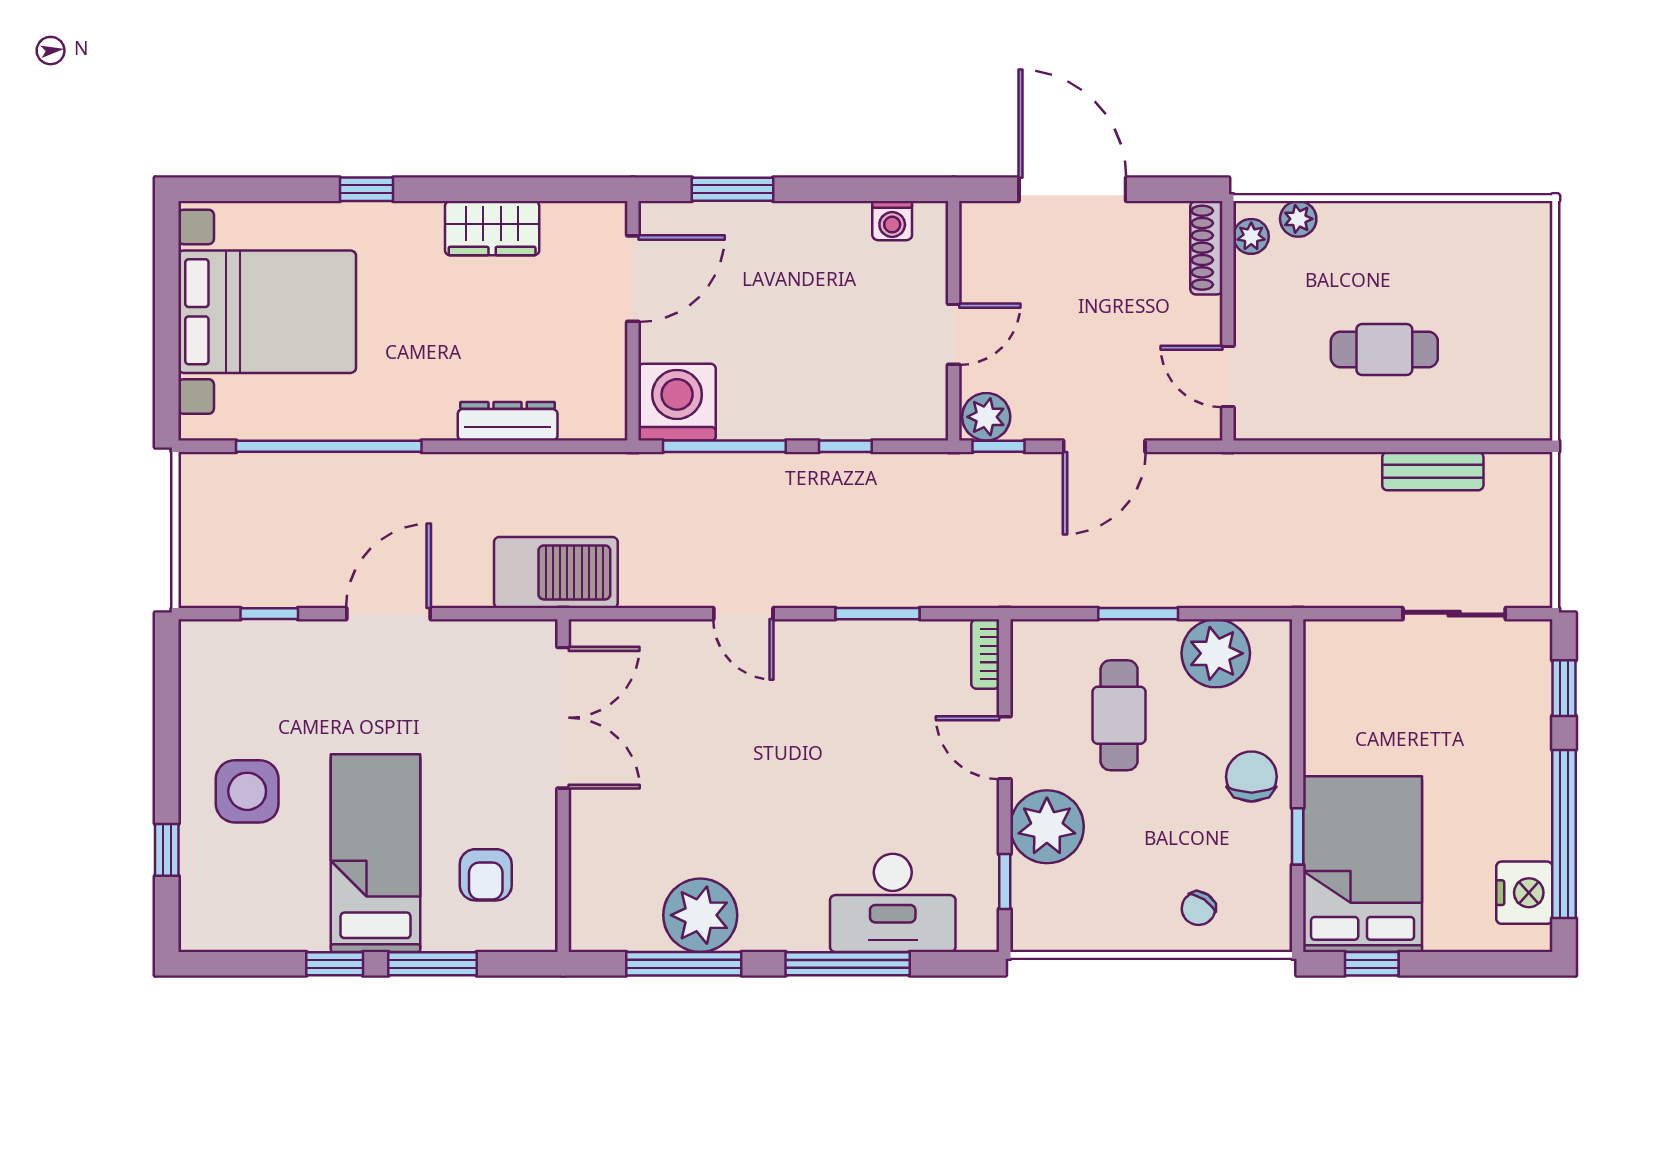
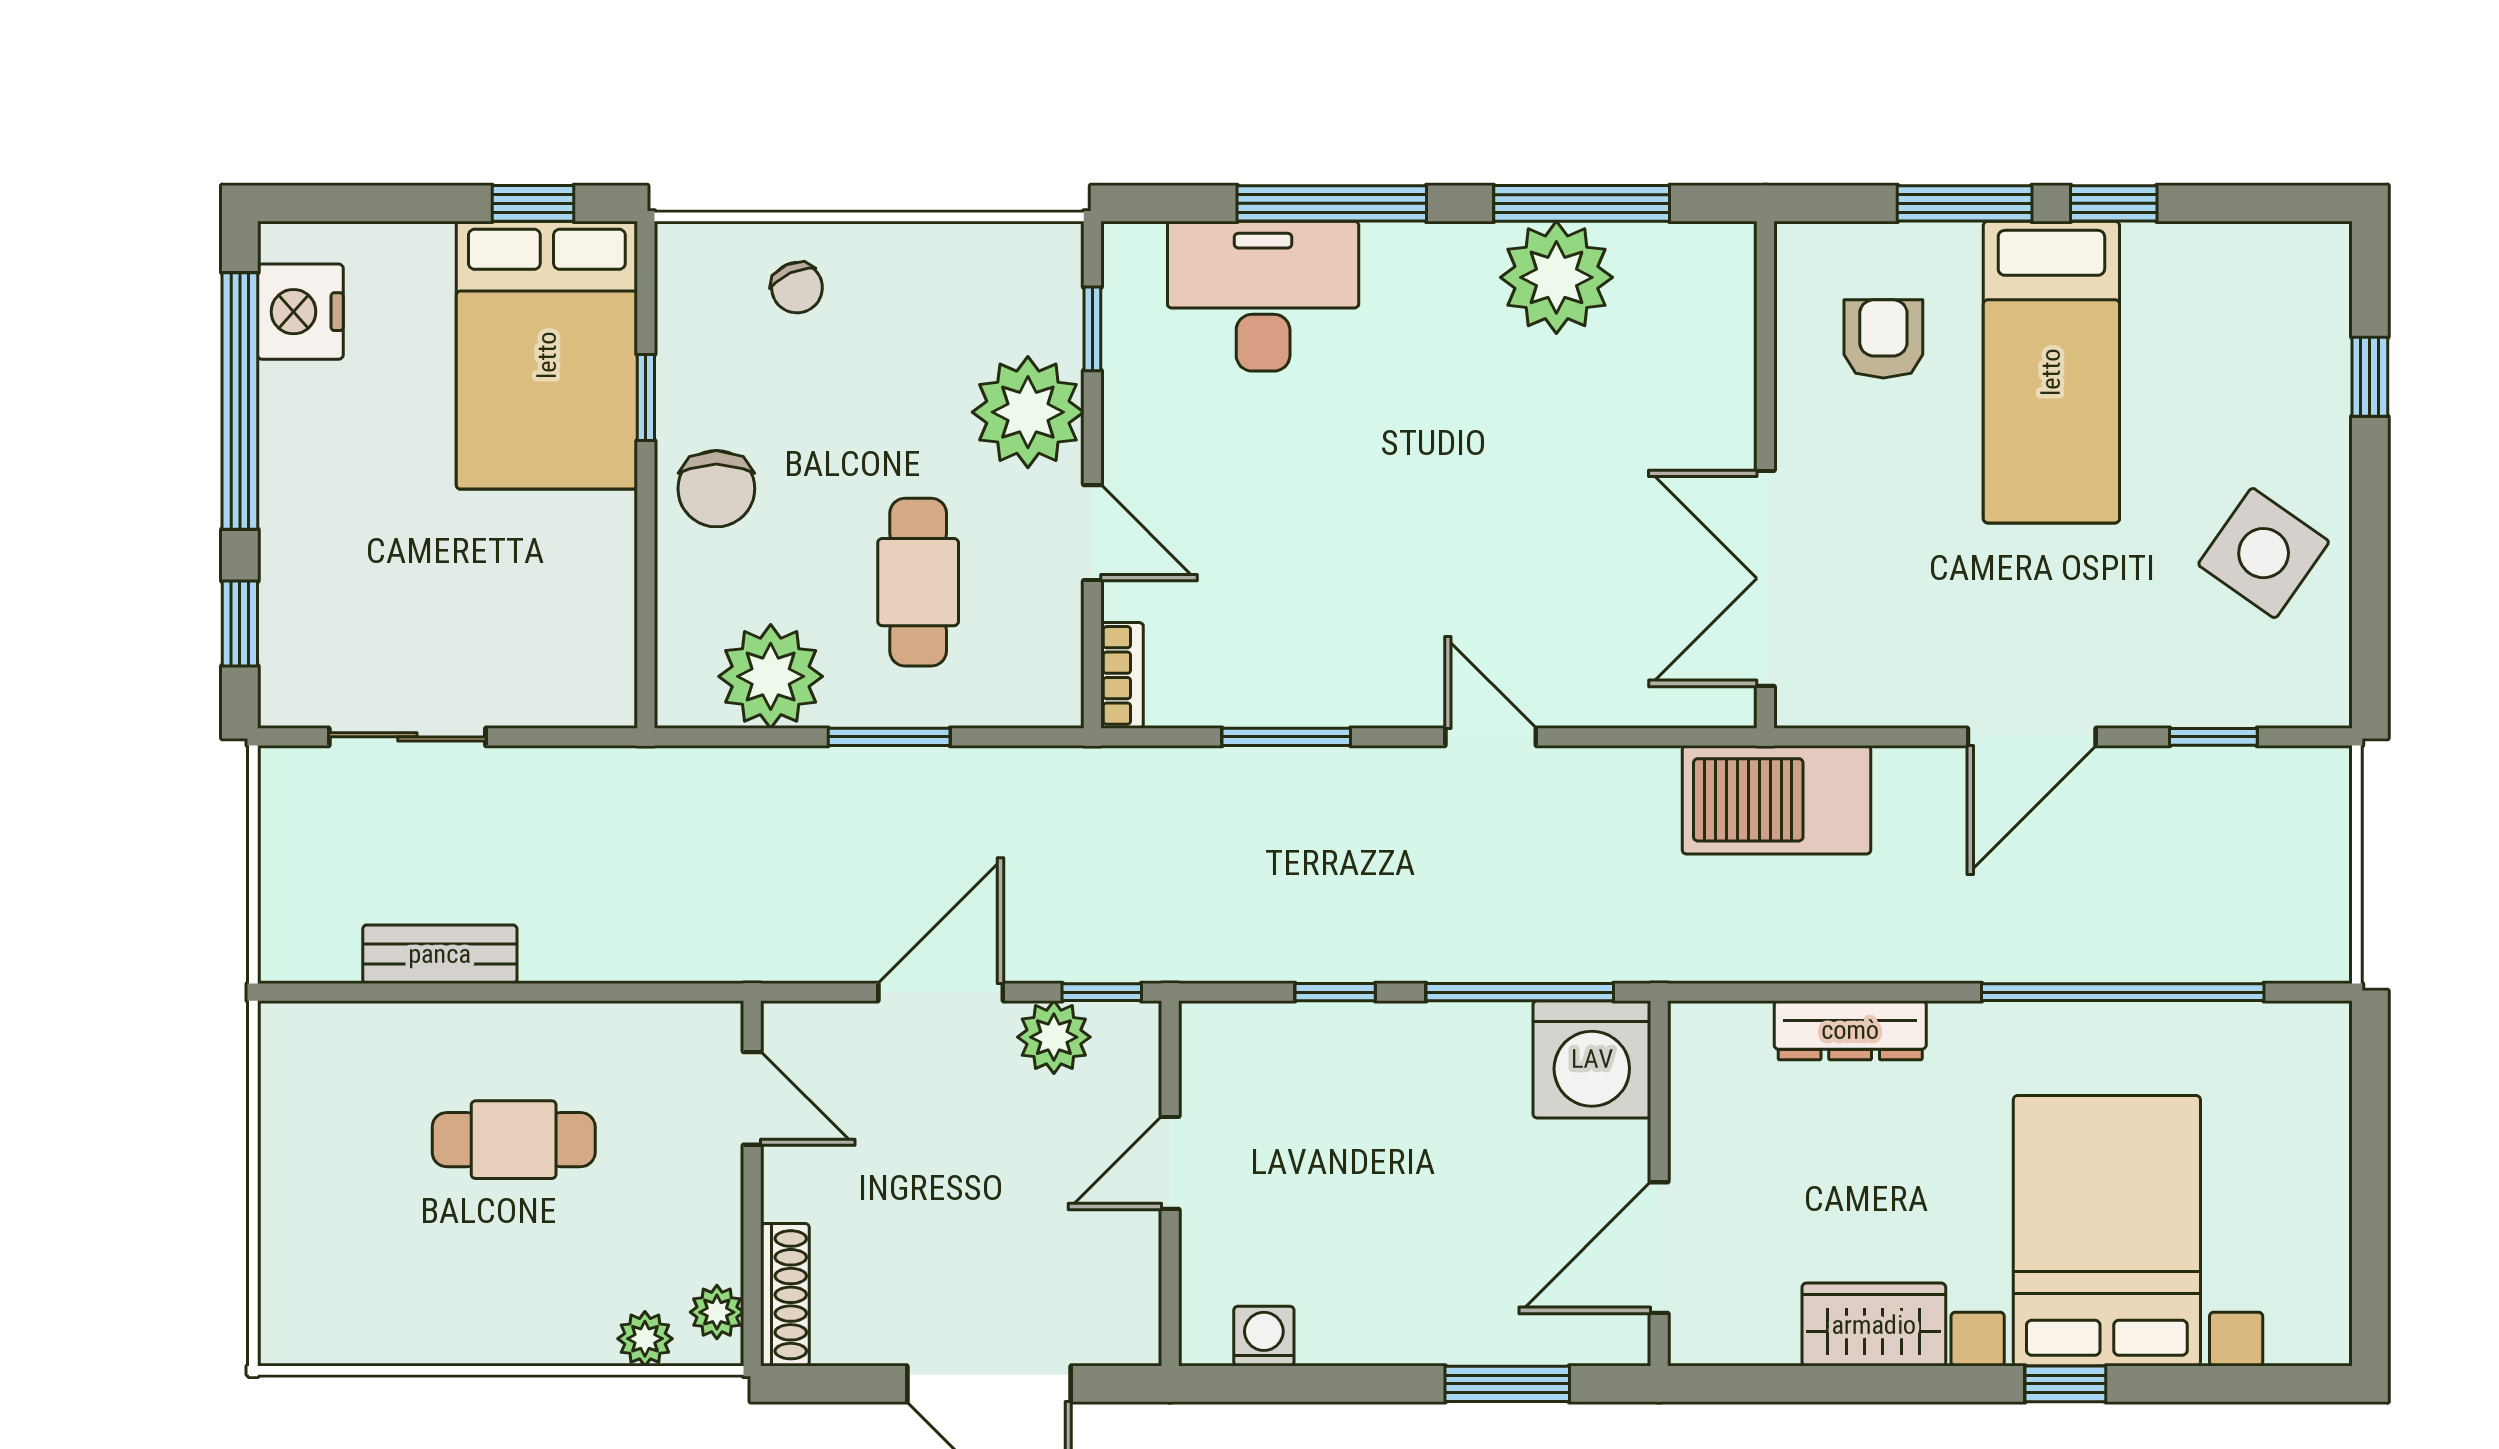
bed with nightstands: (267, 312) -> (2107, 1231), moved, turned 90
plant: (986, 417) -> (1054, 1037), moved
side table: (247, 791) -> (2264, 553), moved, turned 35
chair: (1198, 908) -> (797, 288), turned 122

